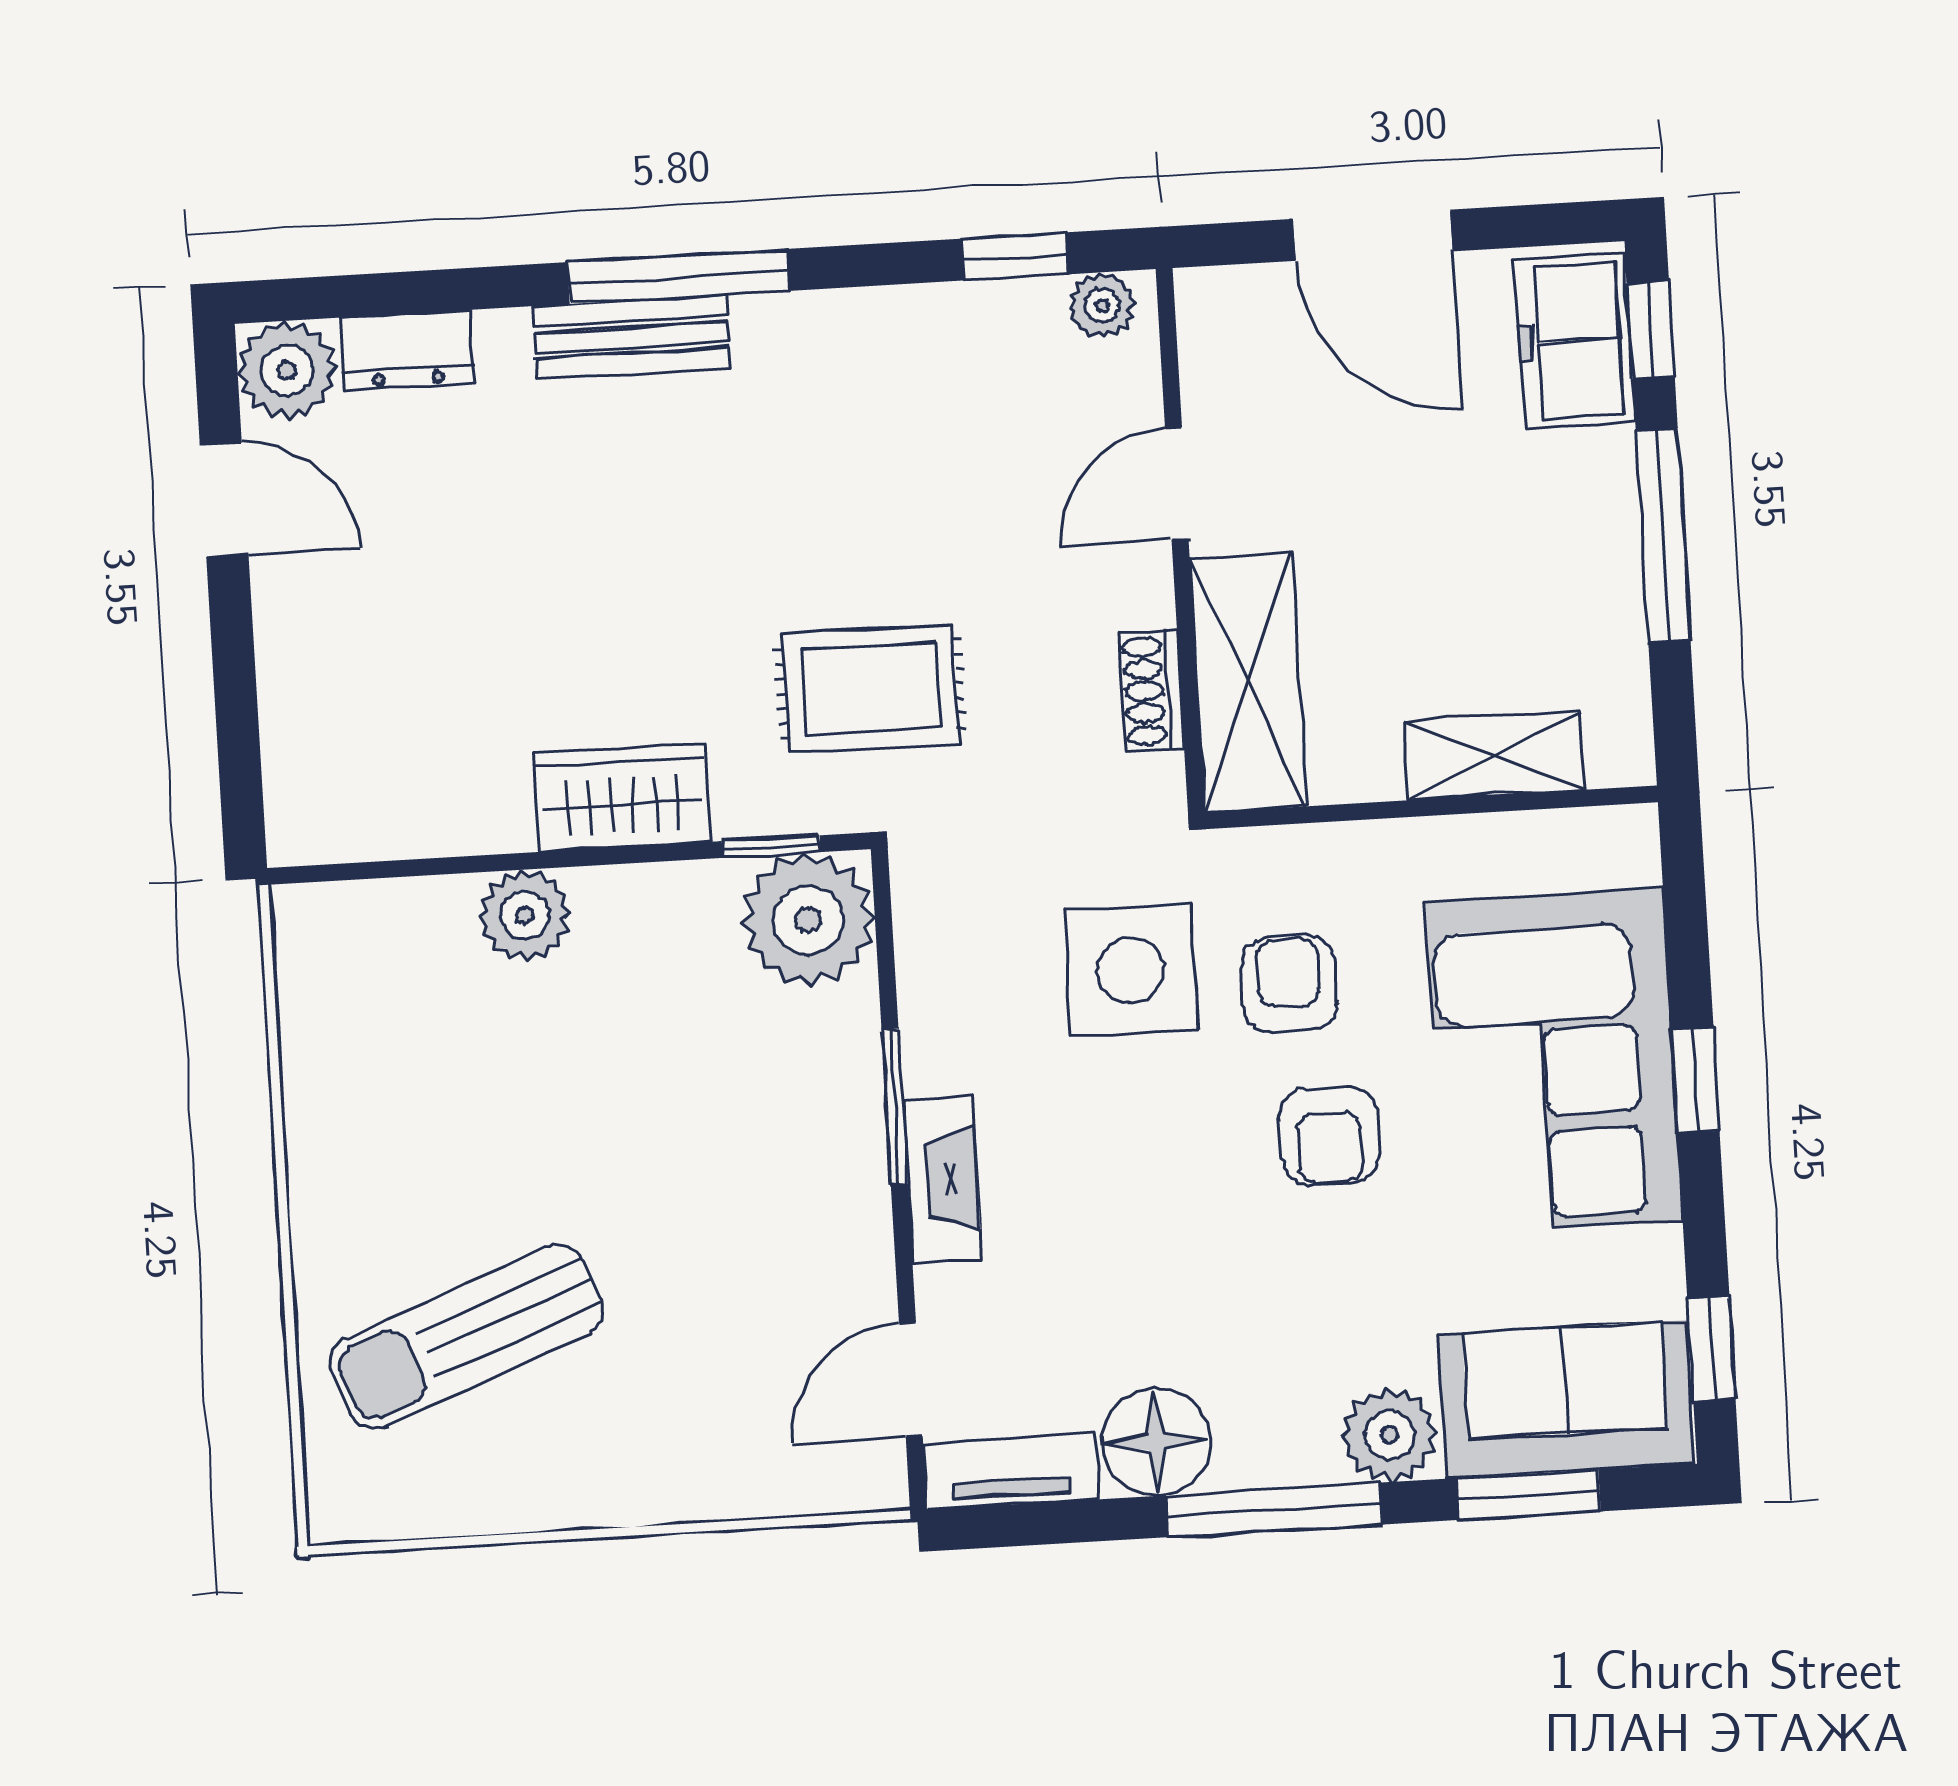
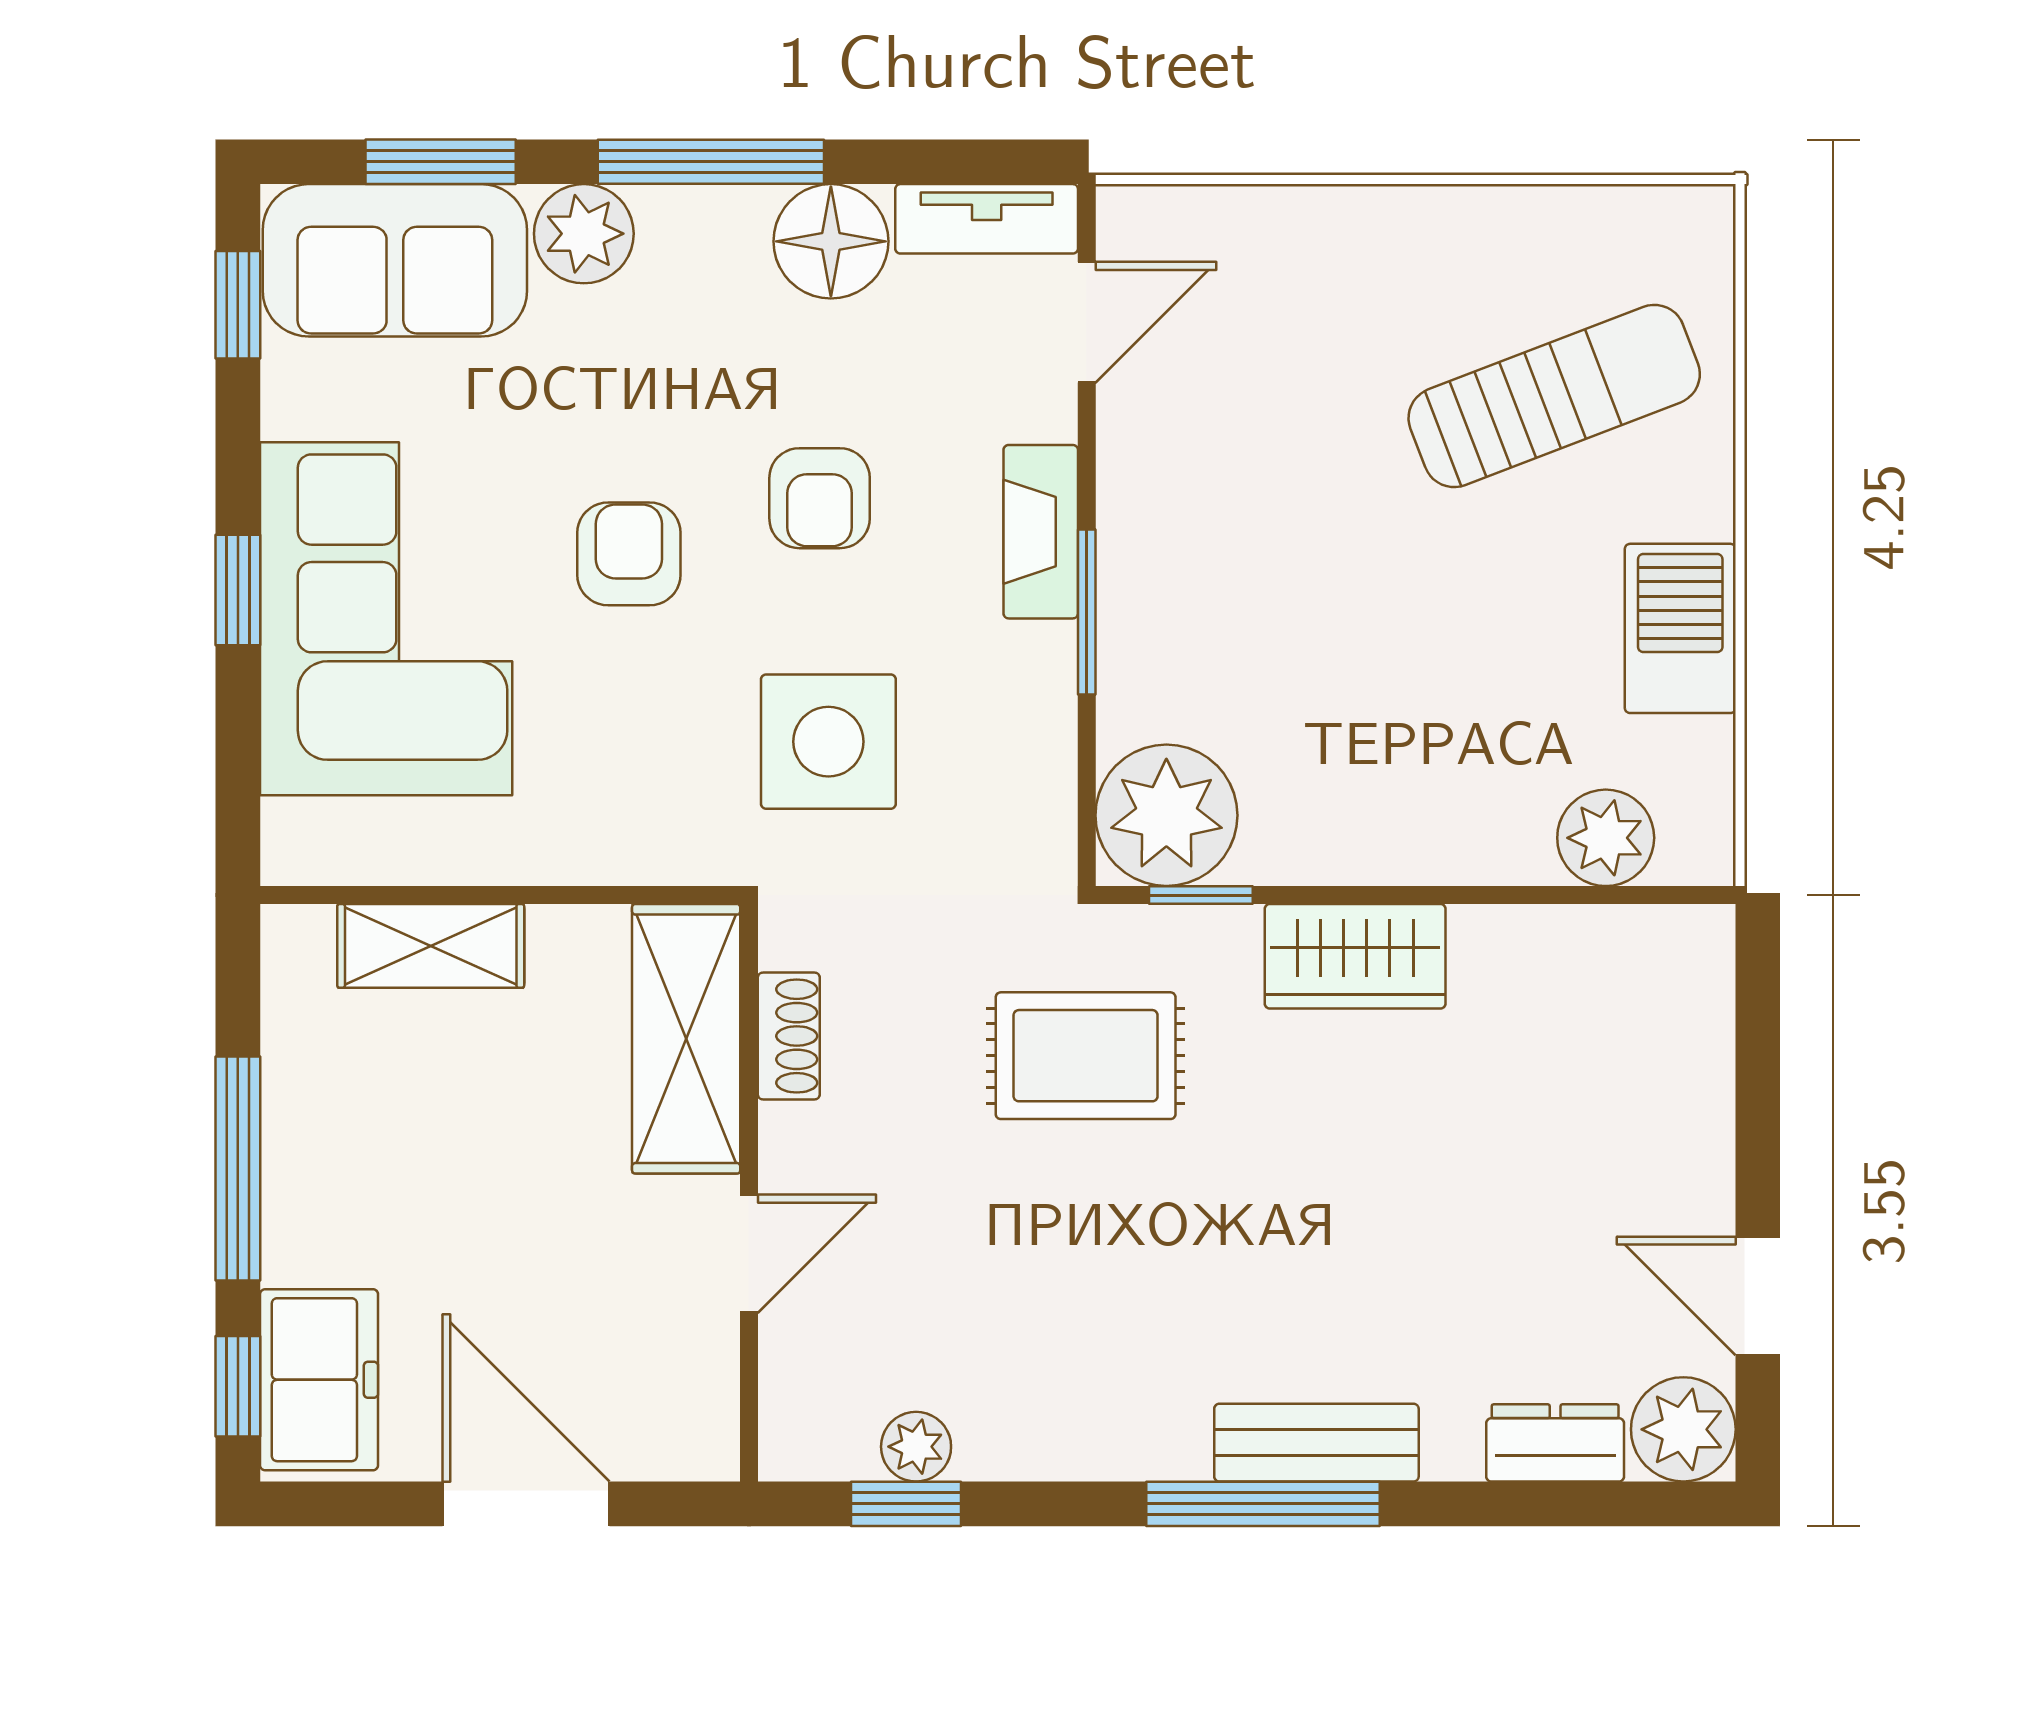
plant: (1102, 305) -> (916, 1447), moved
plant: (525, 915) -> (1606, 838), moved
armchair: (1289, 984) -> (820, 498), moved
barbecue: (334, 1124) -> (1680, 628), added

